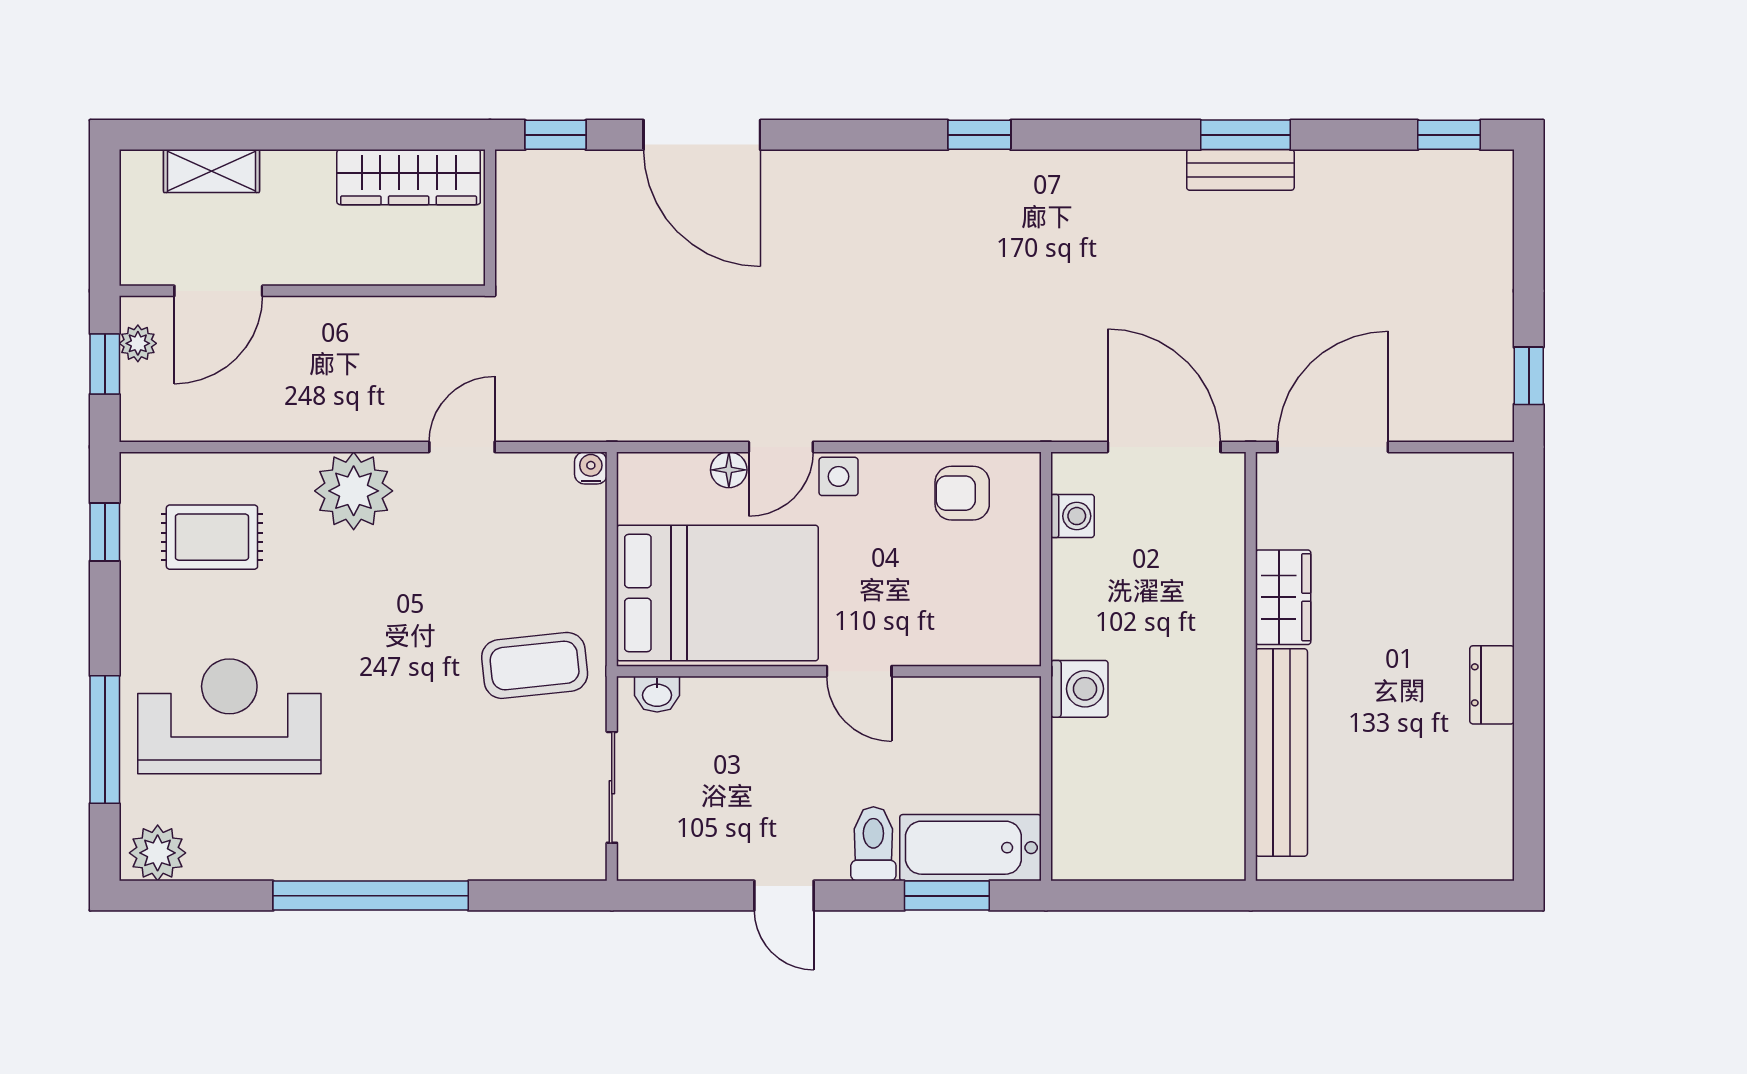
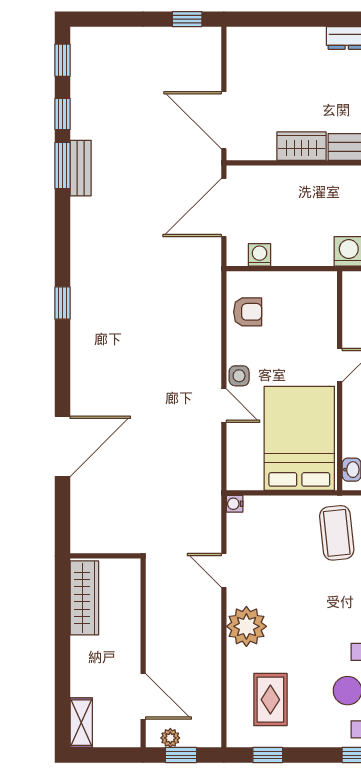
window: (555, 135) -> (62, 114), moved
shelving: (211, 171) -> (81, 723), moved
floor lamp: (729, 470) -> (236, 433), removed
armchair: (962, 493) -> (248, 312), turned -90

